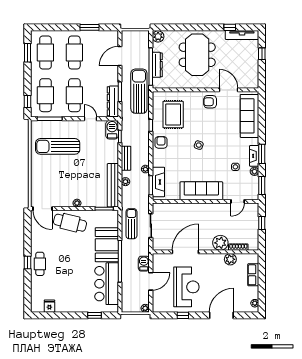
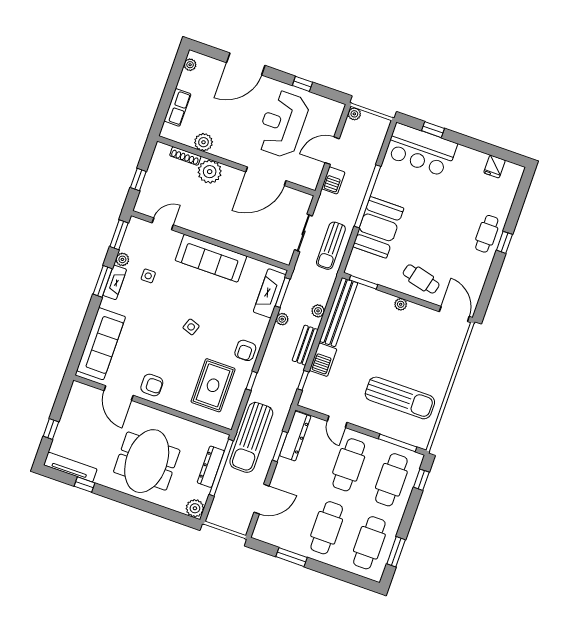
barbecue: (112, 130) -> (323, 360), moved
cafe table: (70, 223) -> (421, 279), width x0.73, depth x0.74
bar counter: (107, 284) -> (421, 150), moved, turned 90

